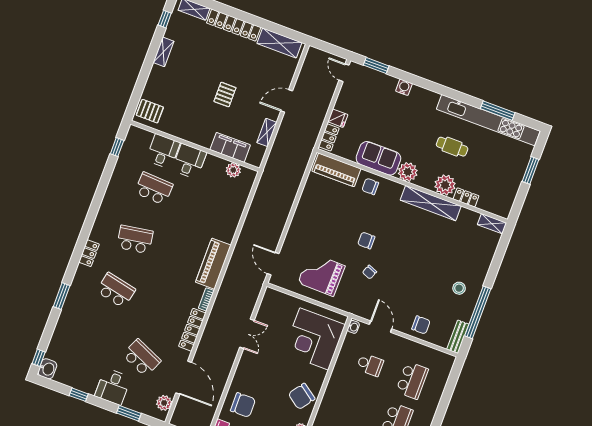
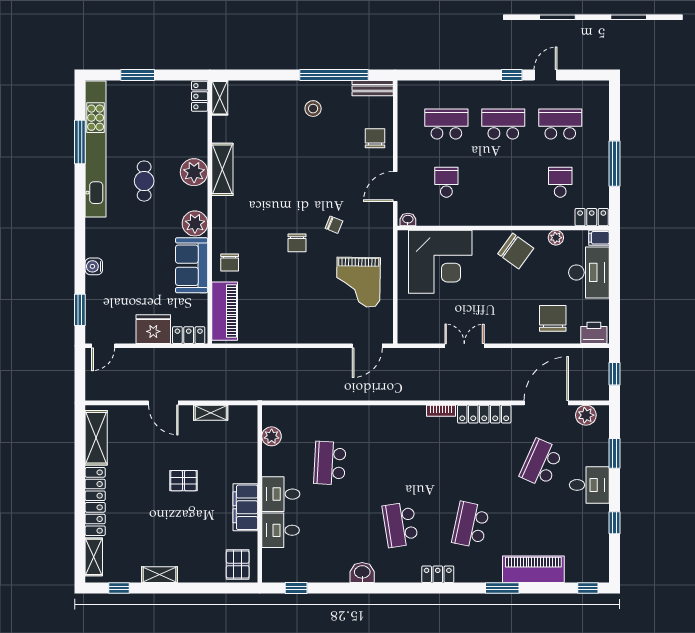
fridge: (338, 118) -> (153, 329), width x1.88, depth x1.34
filing cabinet: (230, 147) -> (245, 507), moved
school desk: (154, 188) -> (330, 463), moved
locker: (466, 197) -> (200, 96), moved
shelving: (431, 203) -> (222, 169), width x0.68
piano: (213, 264) -> (533, 569), moved, turned 180
washbasin: (47, 369) -> (362, 573), moved

